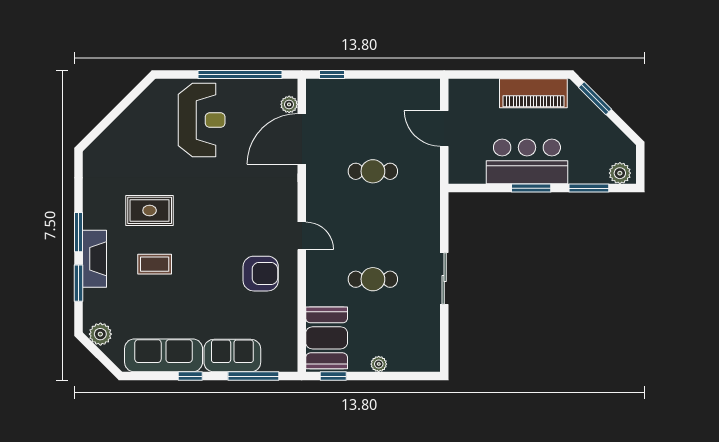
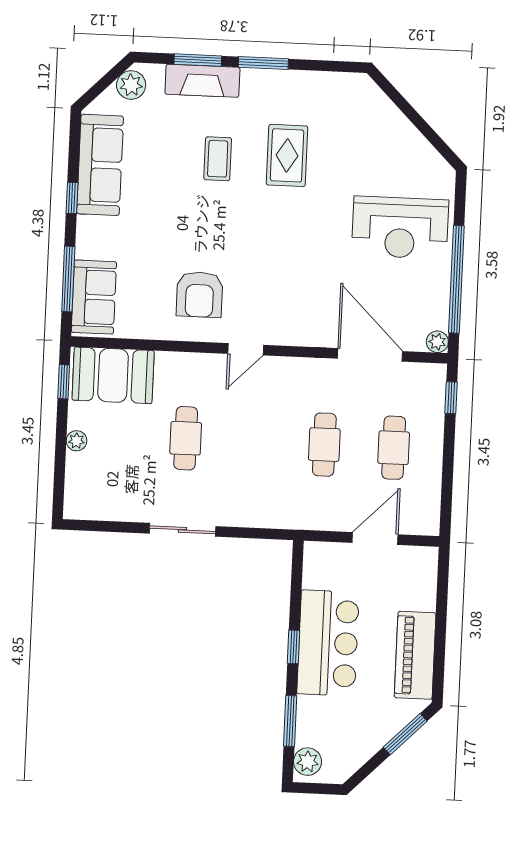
plant: (289, 104) -> (437, 342), moved
cafe table: (373, 117) -> (394, 448), added
window: (531, 188) -> (293, 647), width x0.67
fireplace: (95, 259) -> (202, 81), moved
sofa: (232, 356) -> (94, 297), moved

